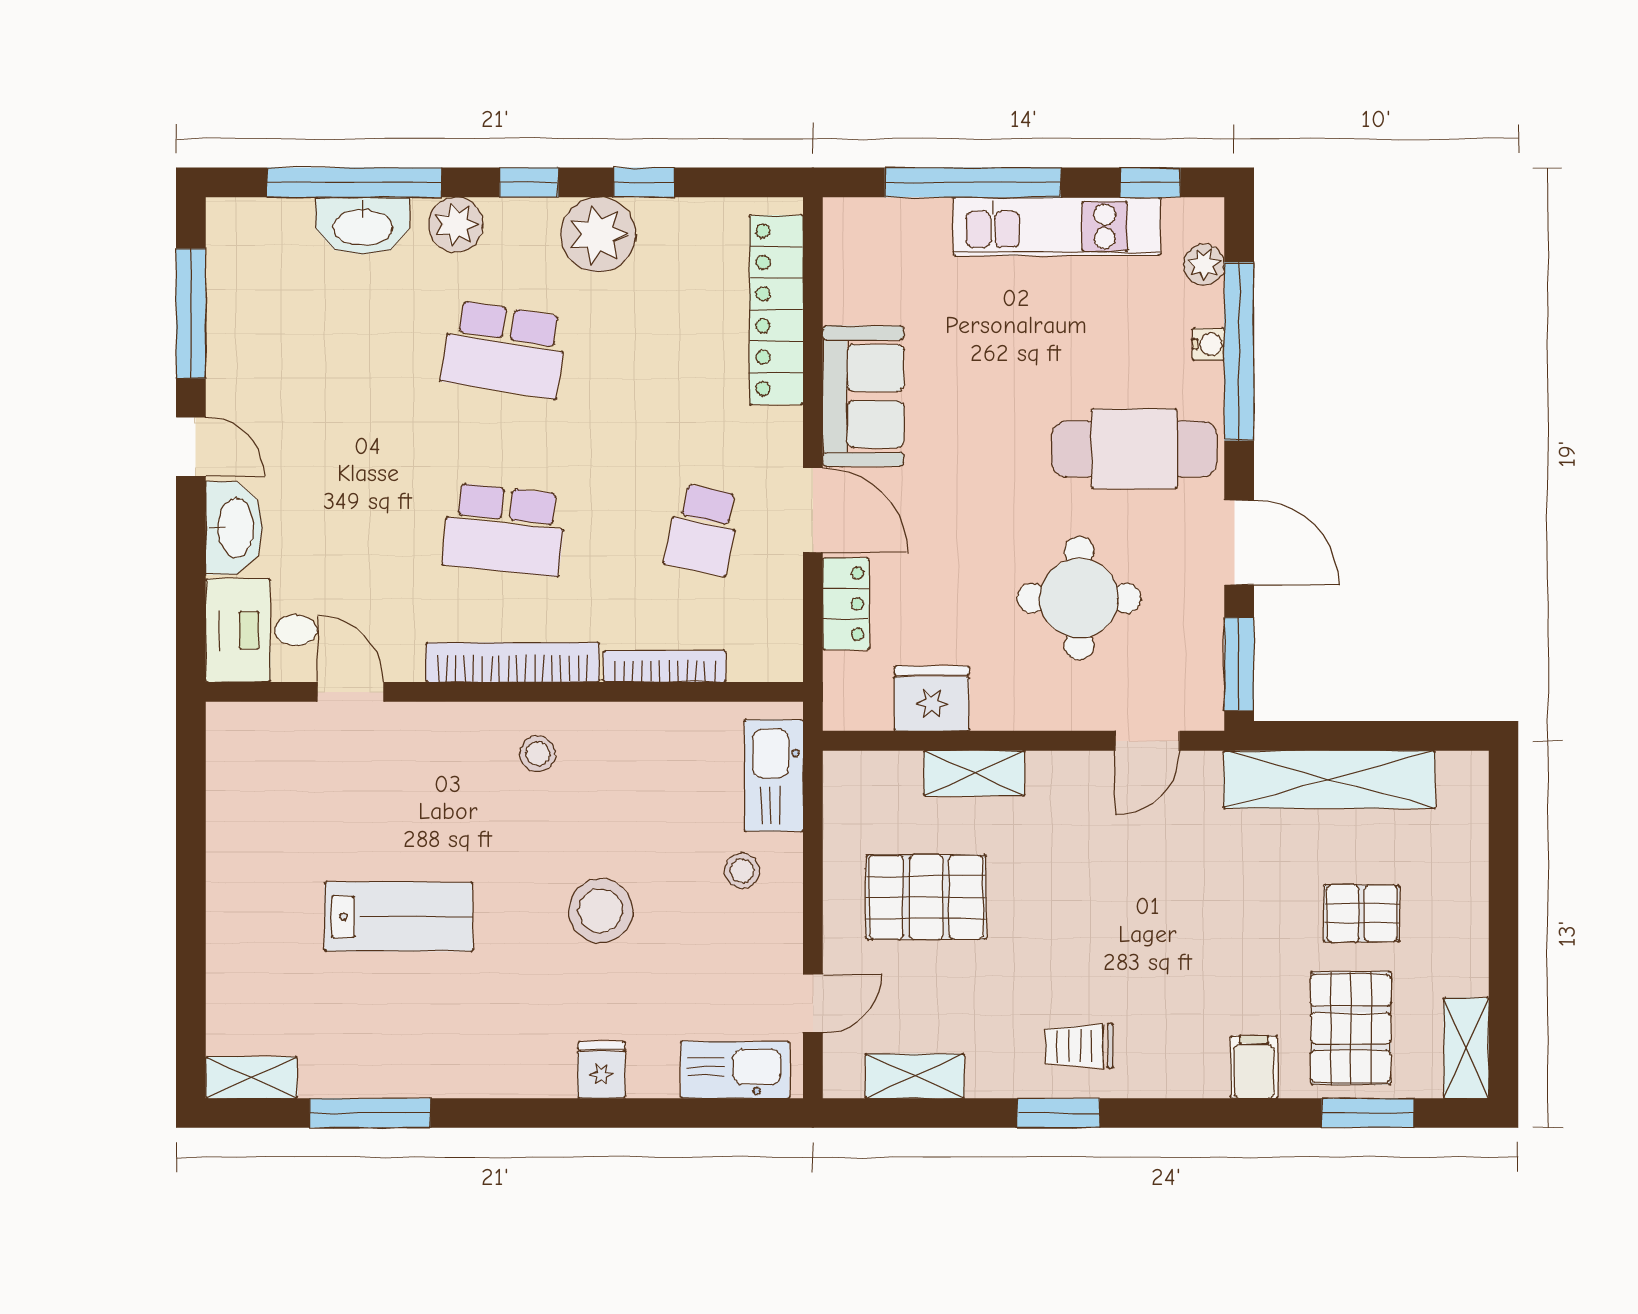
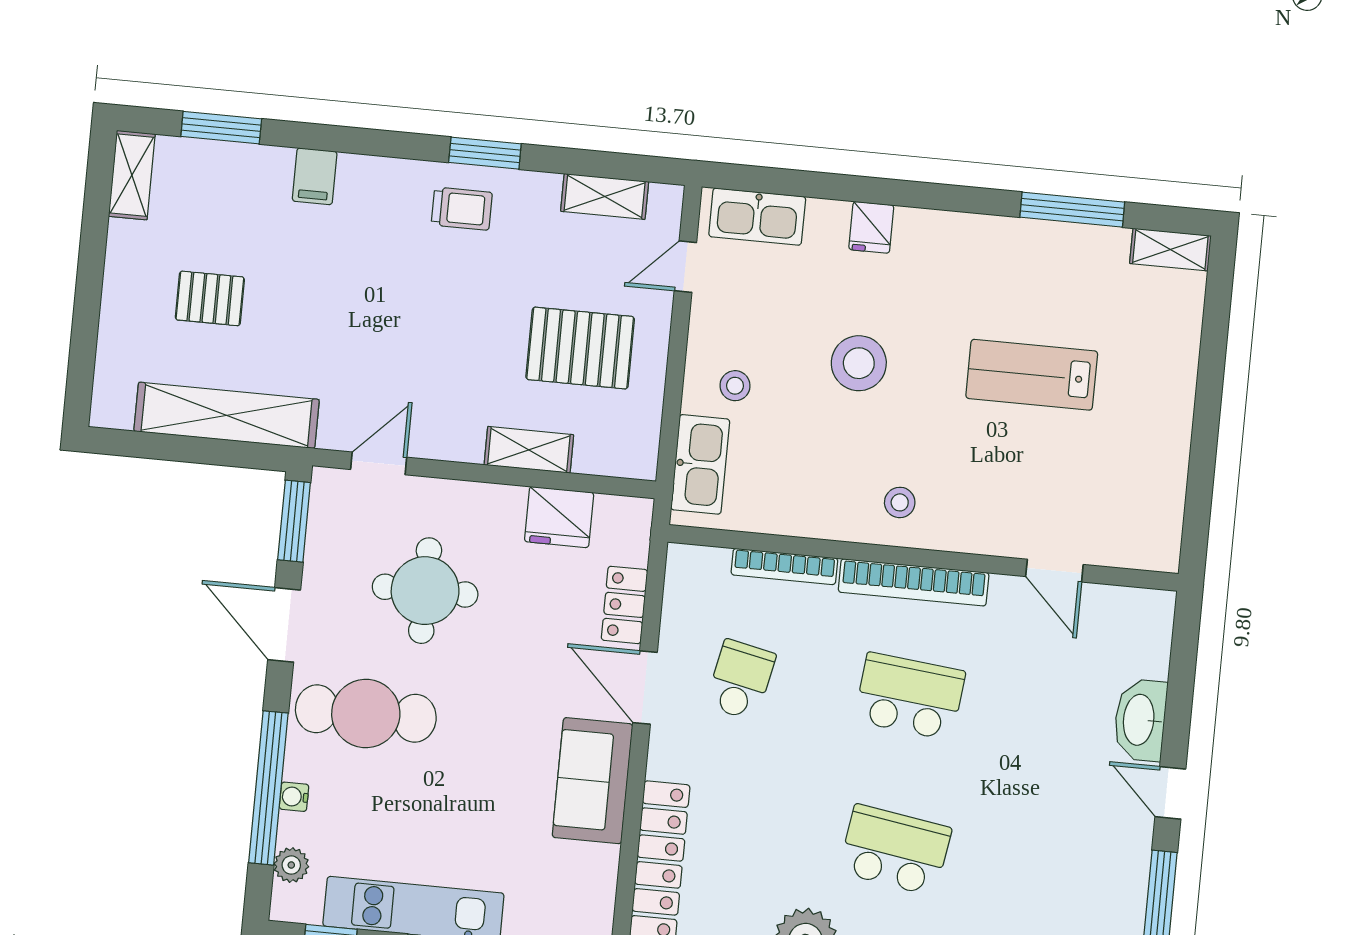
desk: (261, 630) -> (1125, 630), removed
pallet: (1351, 1028) -> (229, 201), removed

